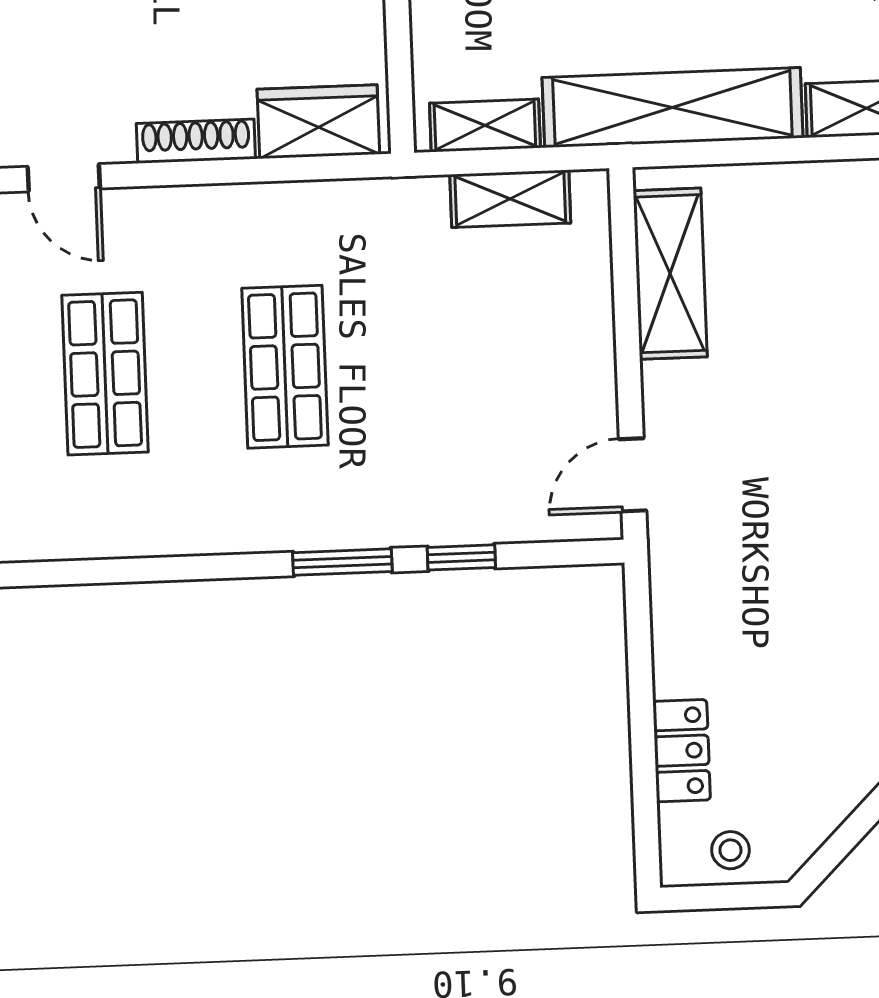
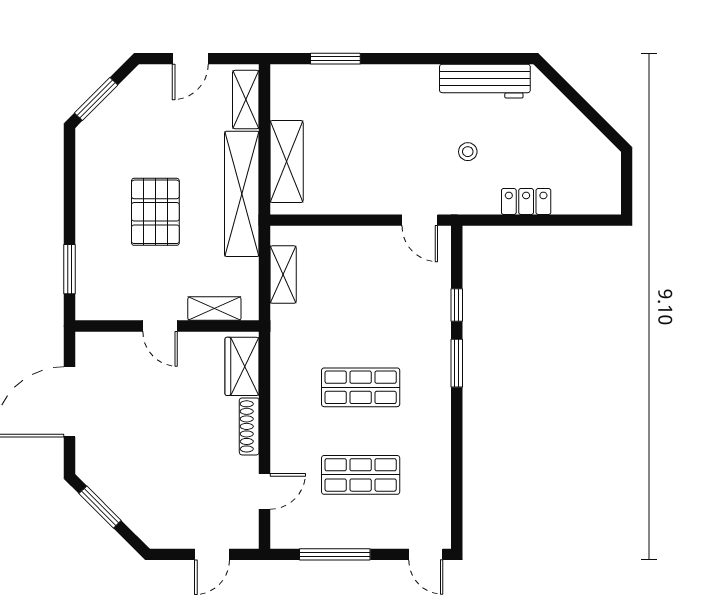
shelving: (485, 126) -> (214, 309), moved, turned 90
shelving: (670, 274) -> (287, 162), moved, turned 90
locker: (682, 751) -> (526, 202), moved
stool: (730, 850) -> (468, 152), moved

